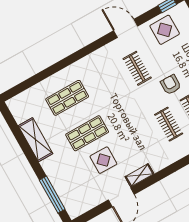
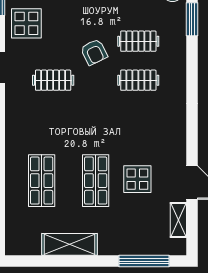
armchair: (171, 85) -> (94, 52), turned -116
shelving: (139, 175) -> (178, 220), moved

